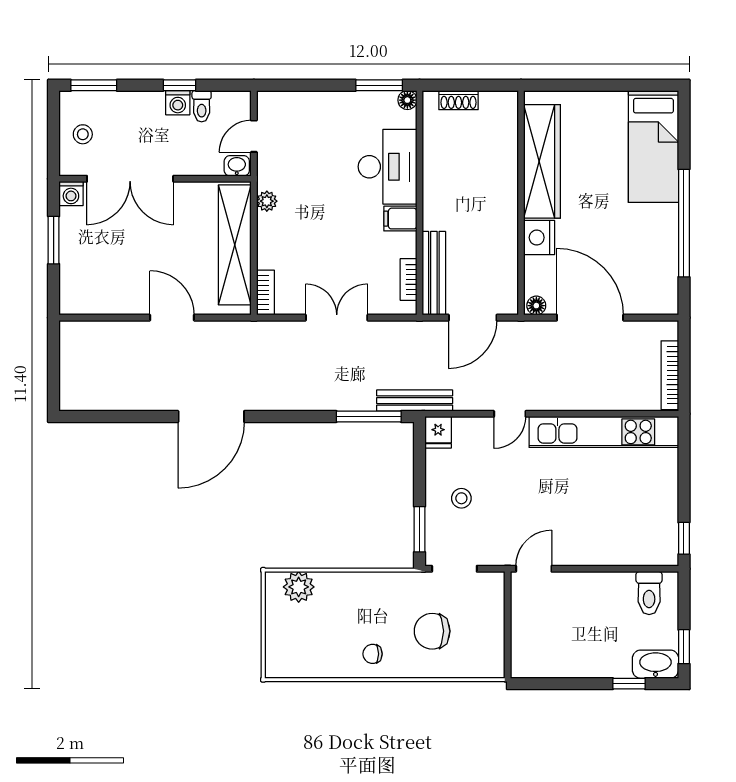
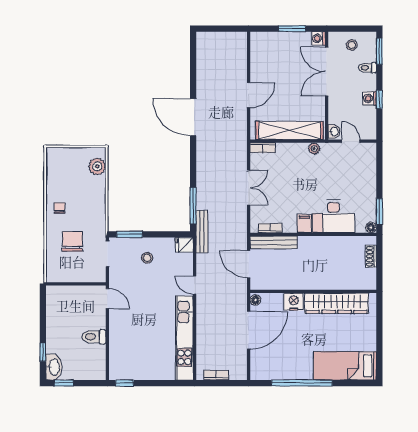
toilet: (202, 106) -> (367, 68), moved
bookcase: (670, 375) -> (216, 375), width x0.64
toilet: (649, 593) -> (94, 337), moved

